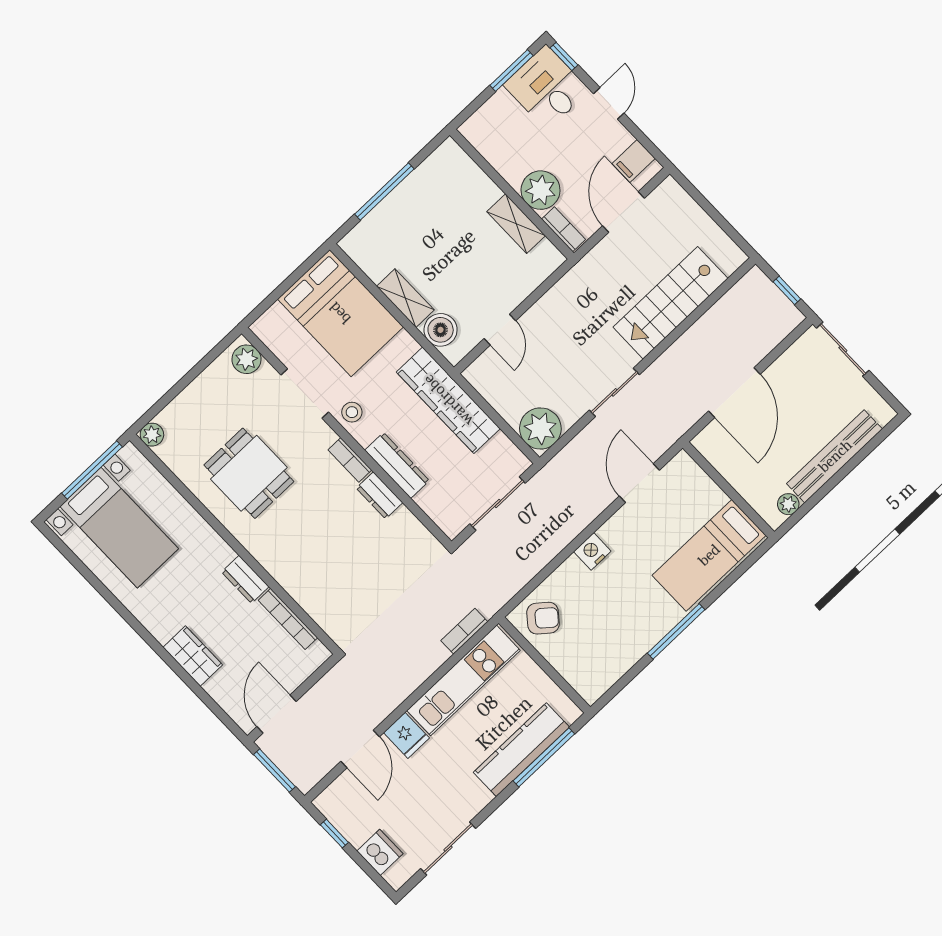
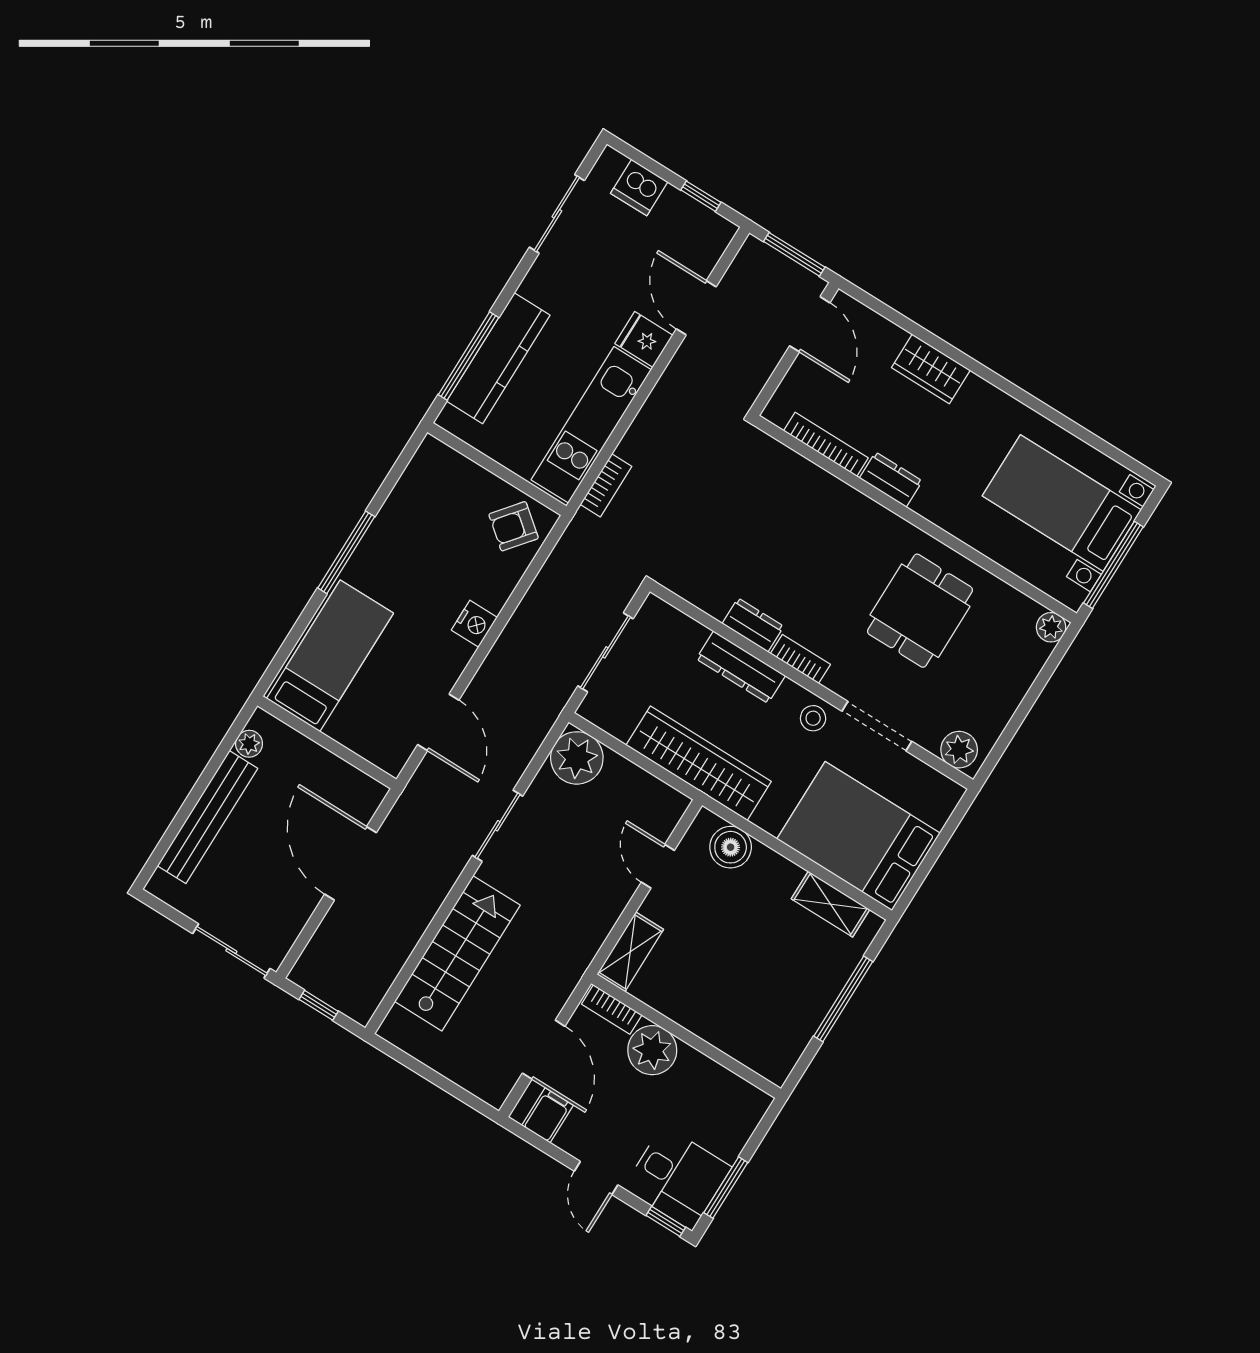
shelving: (516, 224) -> (630, 952), moved, turned 90
shelving: (405, 298) -> (831, 904), moved
dining table: (249, 473) -> (920, 611), turned 90

